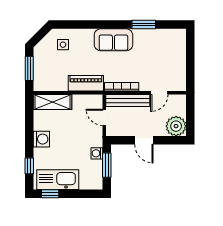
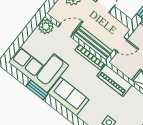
corner sofa: (160, 47) -> (38, 64), added
plant: (178, 83) -> (46, 26), added
door: (104, 117) -> (121, 44), hinge flipped

